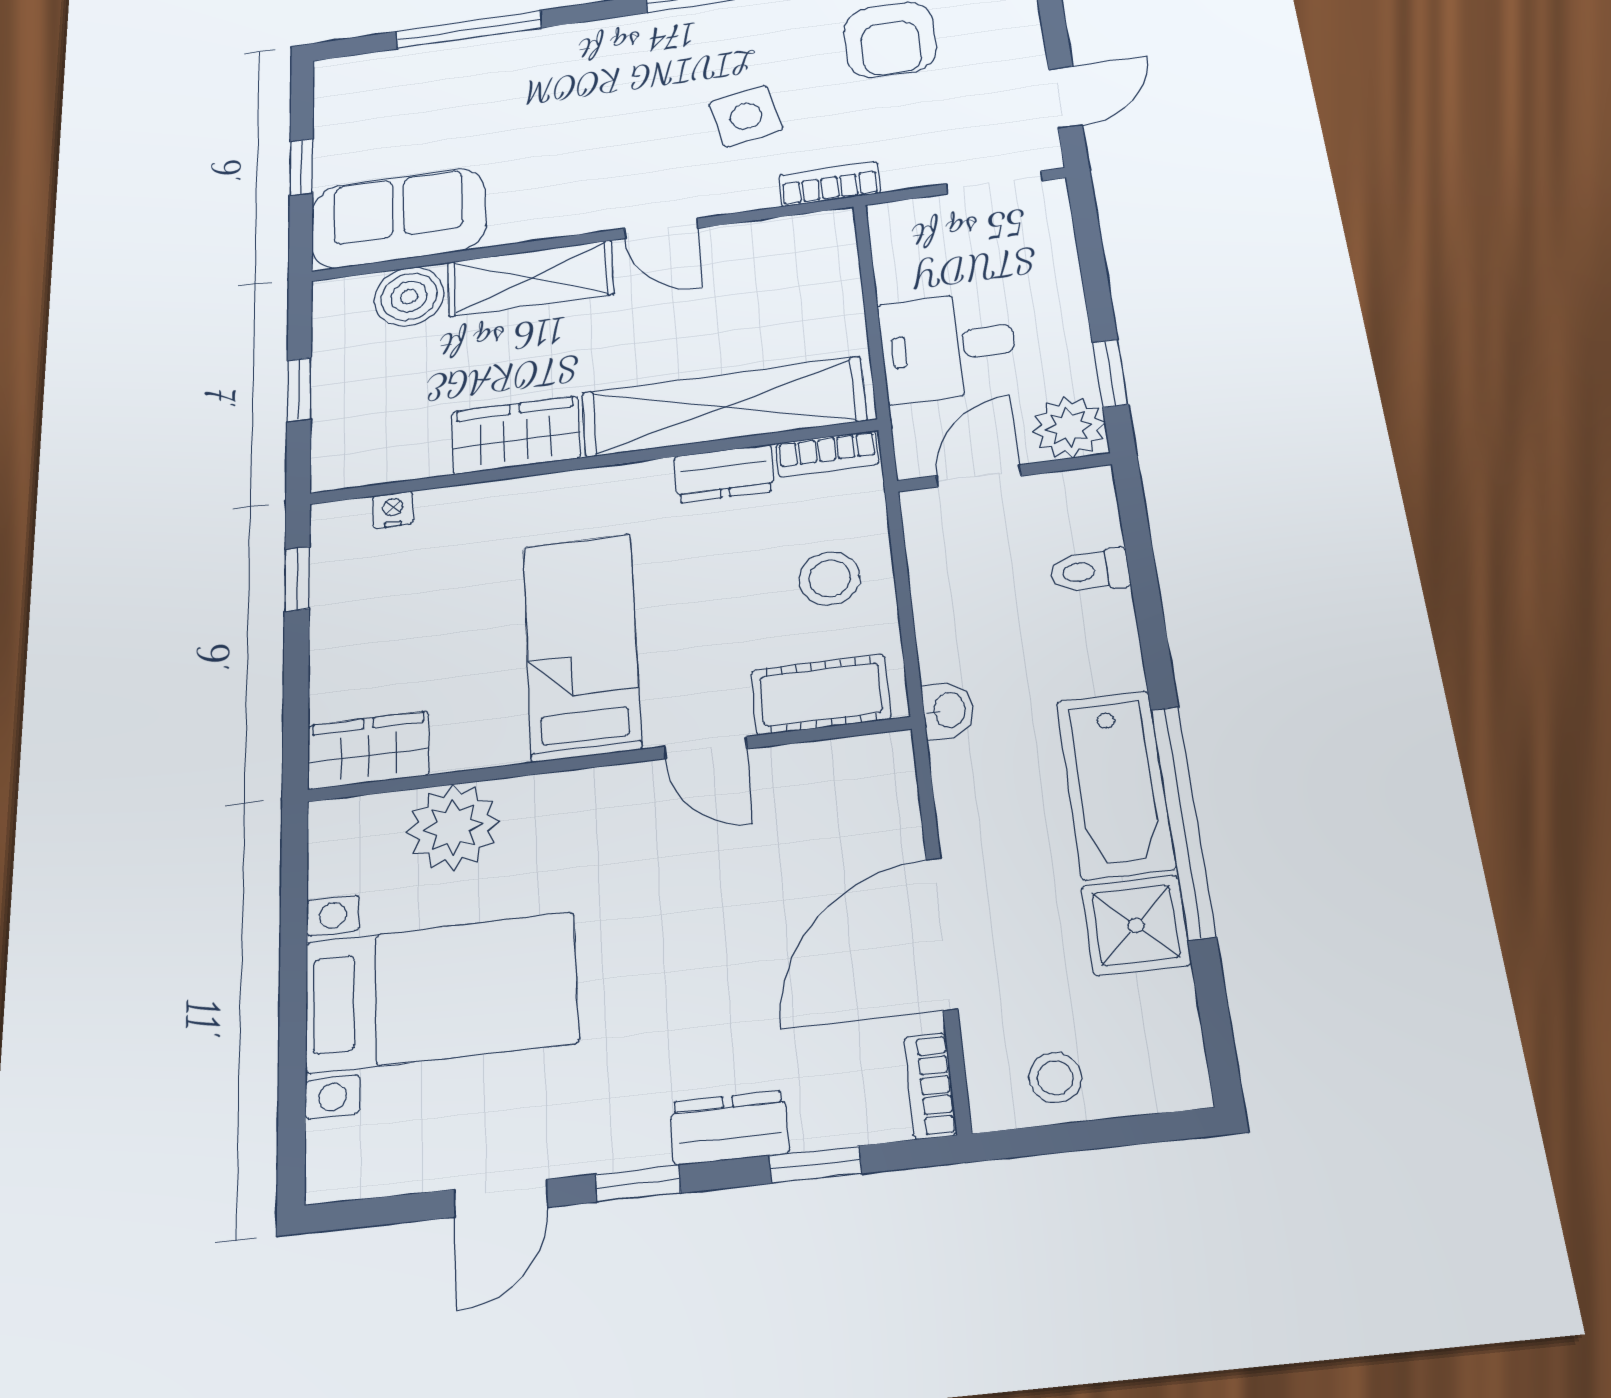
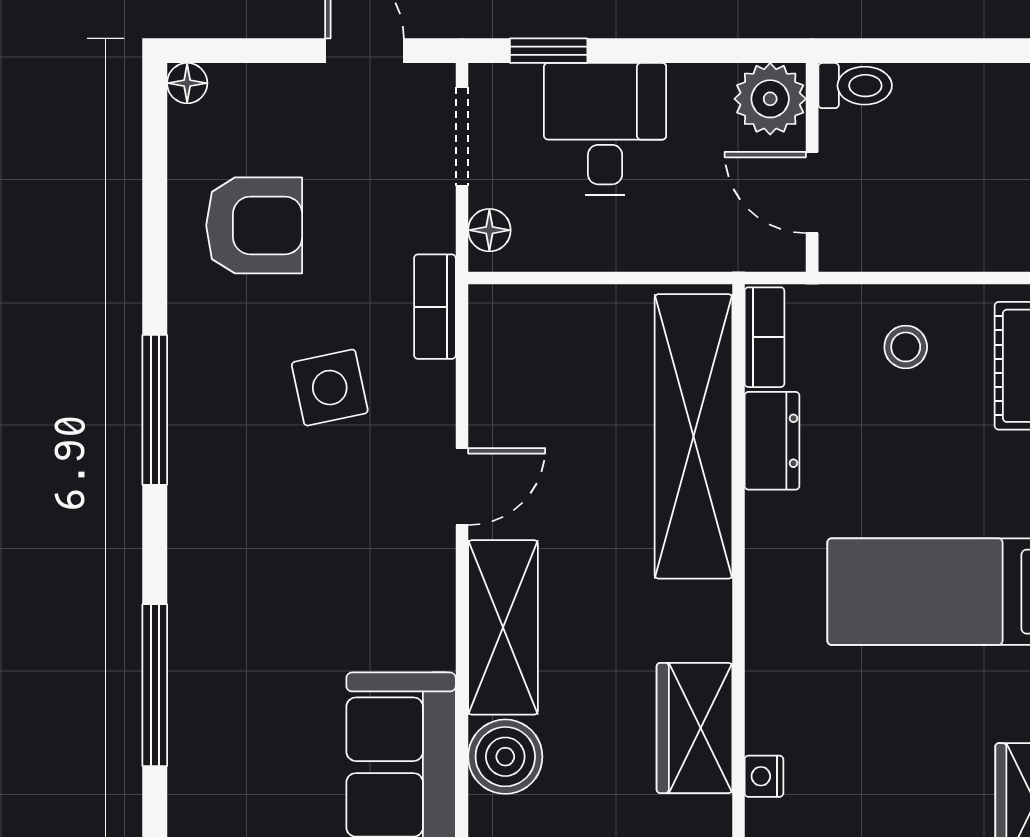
floor lamp: (907, 216) -> (489, 230), added
desk: (948, 346) -> (605, 129), moved, turned 180
window: (1110, 373) -> (549, 51), moved
wardrobe: (516, 435) -> (694, 728), moved
toilet: (1090, 571) -> (855, 86), moved, turned -90
stool: (830, 579) -> (906, 347), width x0.73, depth x0.73

